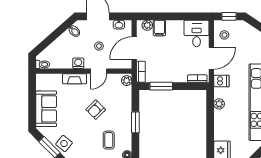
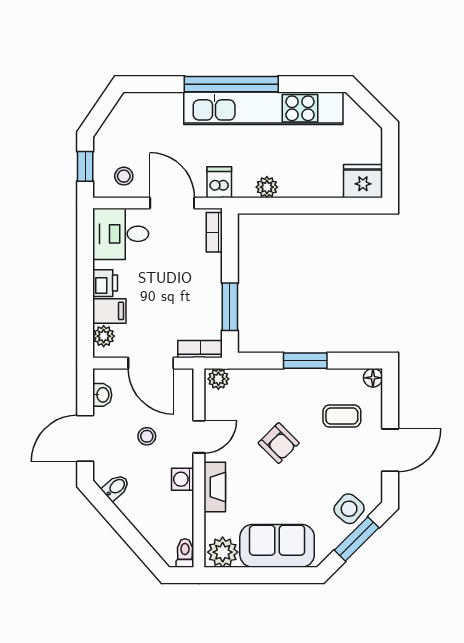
printer: (173, 26) -> (105, 283), added
door: (99, 71) -> (199, 437), hinge flipped
plant: (43, 83) -> (223, 552), added

